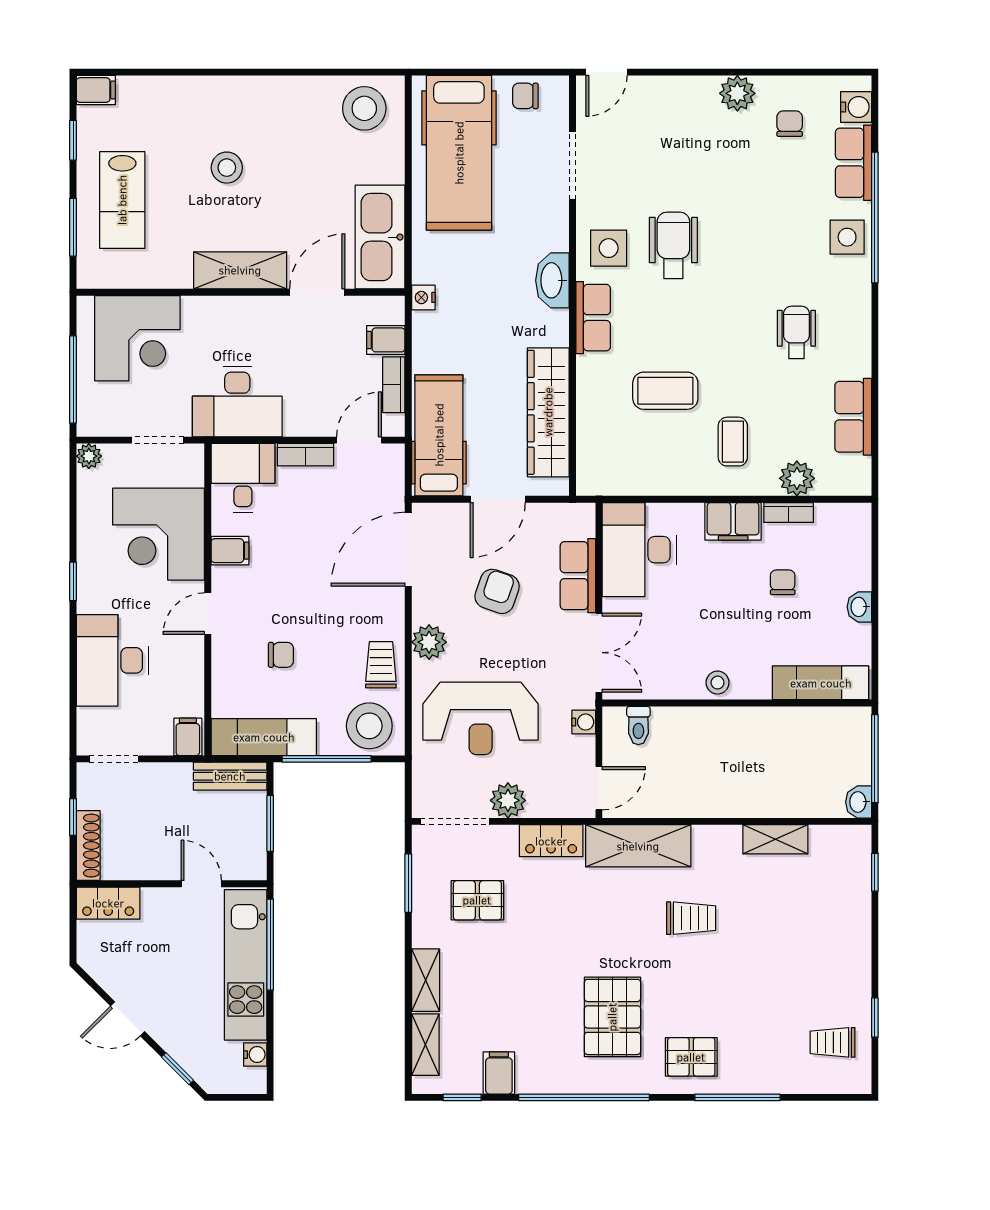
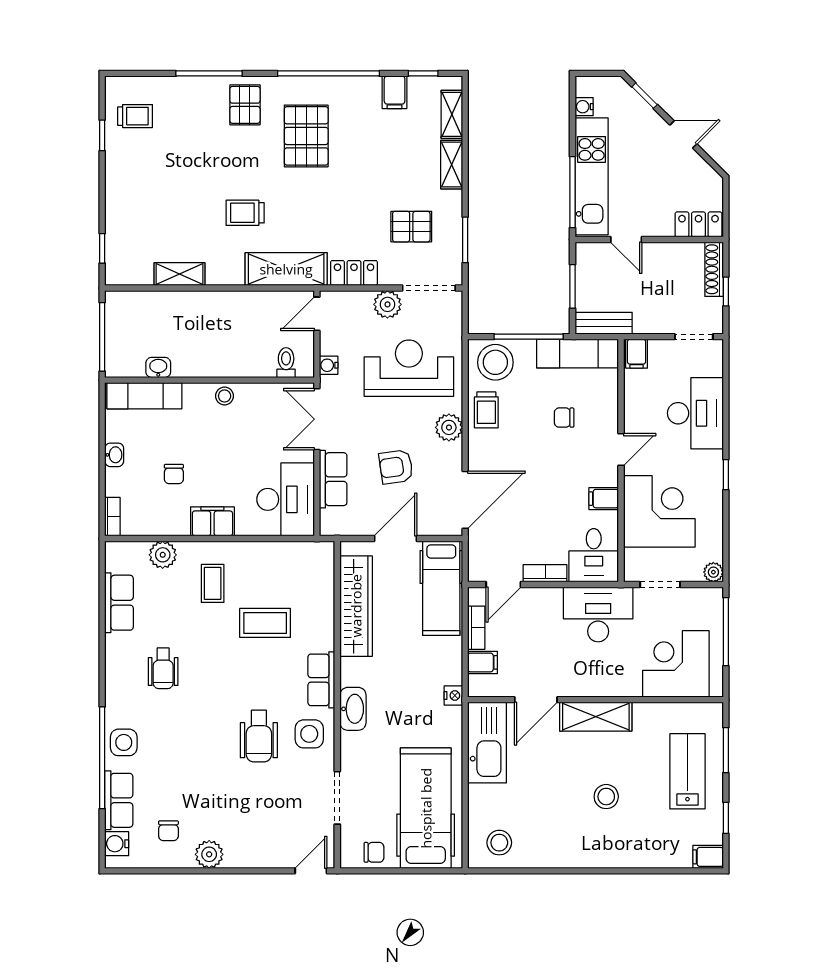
stool: (364, 108) -> (499, 843), width x0.73, depth x0.73
bookcase: (789, 512) -> (112, 517), moved, turned 90
armchair: (497, 591) -> (396, 467), turned 63
washbasin: (859, 802) -> (158, 367), moved, turned -90
pallet: (691, 1057) -> (245, 105), turned 90

